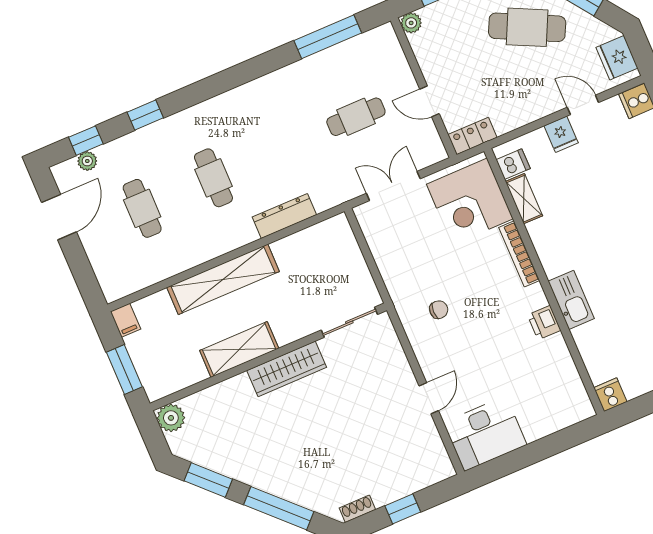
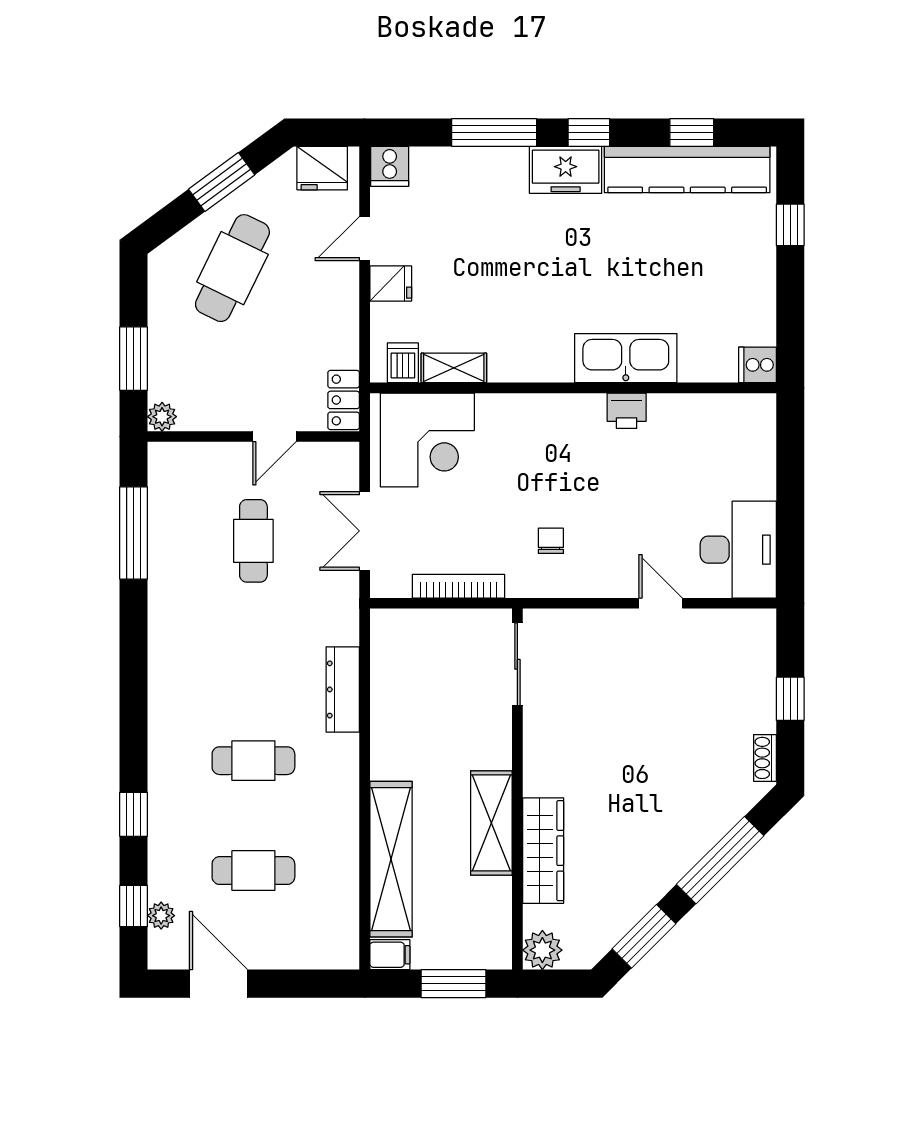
bookcase: (519, 254) -> (458, 586), moved, turned 180
shelving: (223, 279) -> (391, 859), moved
kitchen sink: (571, 300) -> (626, 358), width x1.36, depth x1.24
wardrobe: (287, 369) -> (543, 851), moved

